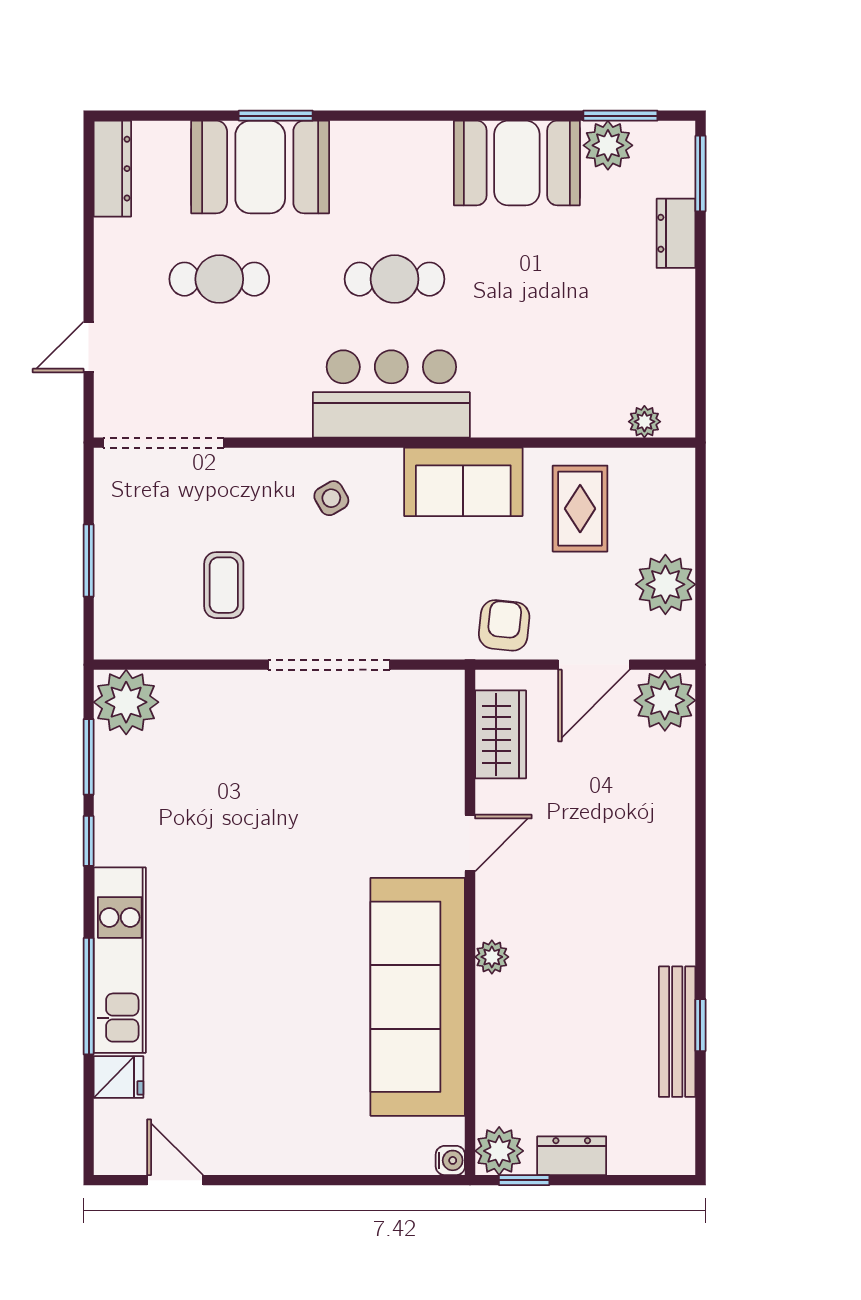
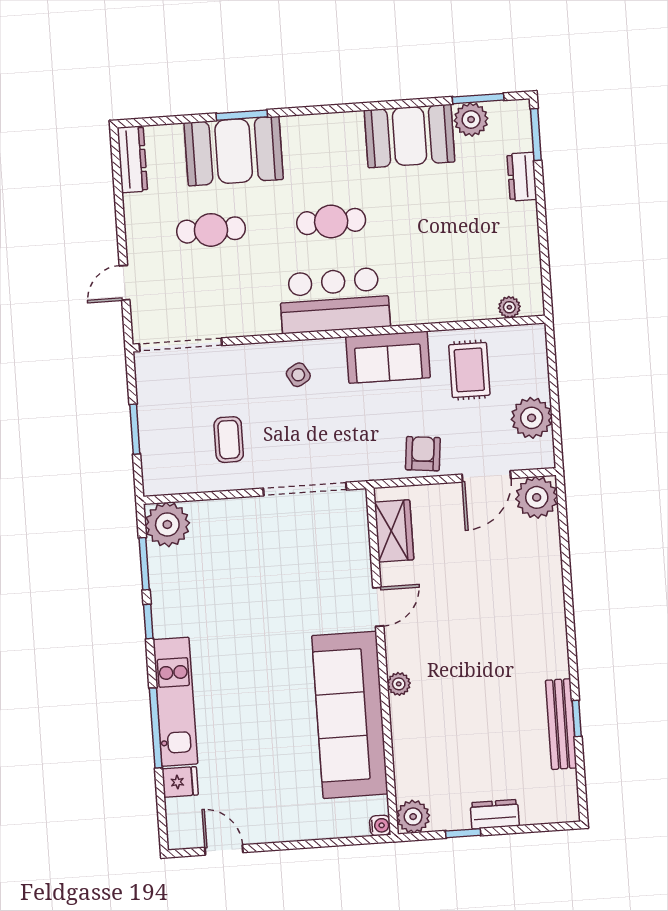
wardrobe: (501, 734) -> (394, 531), moved
door: (470, 843) -> (378, 607), moved
wall: (470, 922) -> (382, 661), moved
plant: (492, 957) -> (399, 684), moved
sofa: (418, 997) -> (350, 715), moved
plant: (499, 1151) -> (413, 817), moved
water cooler: (450, 1160) -> (380, 825), moved

